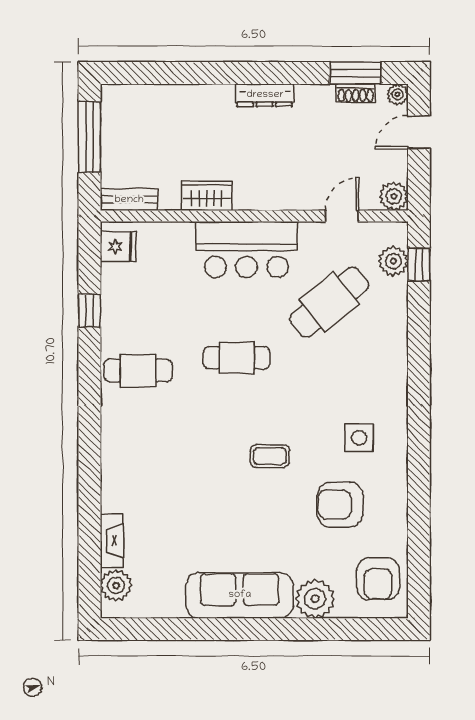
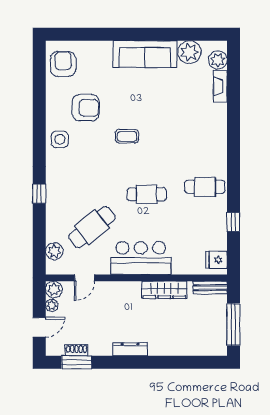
plant: (397, 94) -> (52, 305), moved
wardrobe: (207, 196) -> (164, 290), width x1.50
window: (419, 265) -> (39, 194), moved
side table: (359, 438) -> (60, 139), moved
plant: (315, 599) -> (189, 52), moved

